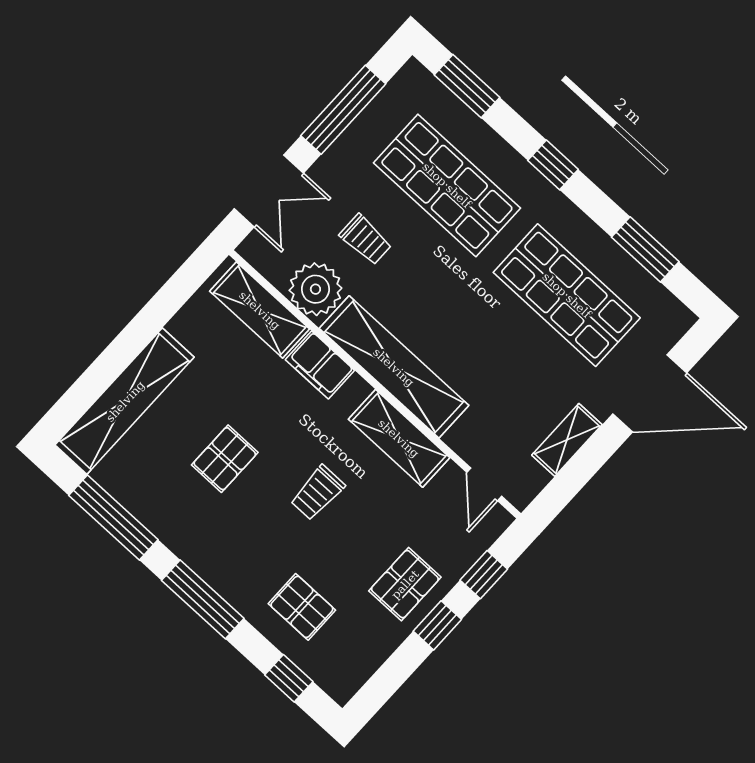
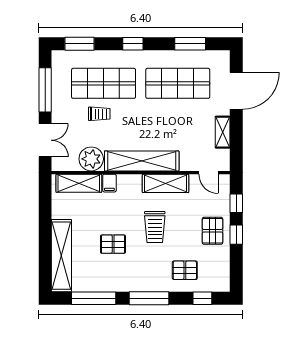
trolley: (366, 240) -> (99, 114), moved
filing cabinet: (320, 365) -> (109, 183), width x0.50
pallet: (225, 459) -> (113, 244), turned 90
trolley: (317, 493) -> (155, 227), width x1.36, depth x1.39

